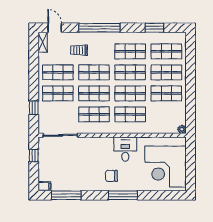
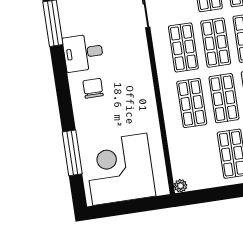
desk: (125, 149) -> (83, 53), moved, turned 180
window: (123, 195) -> (72, 153), moved

